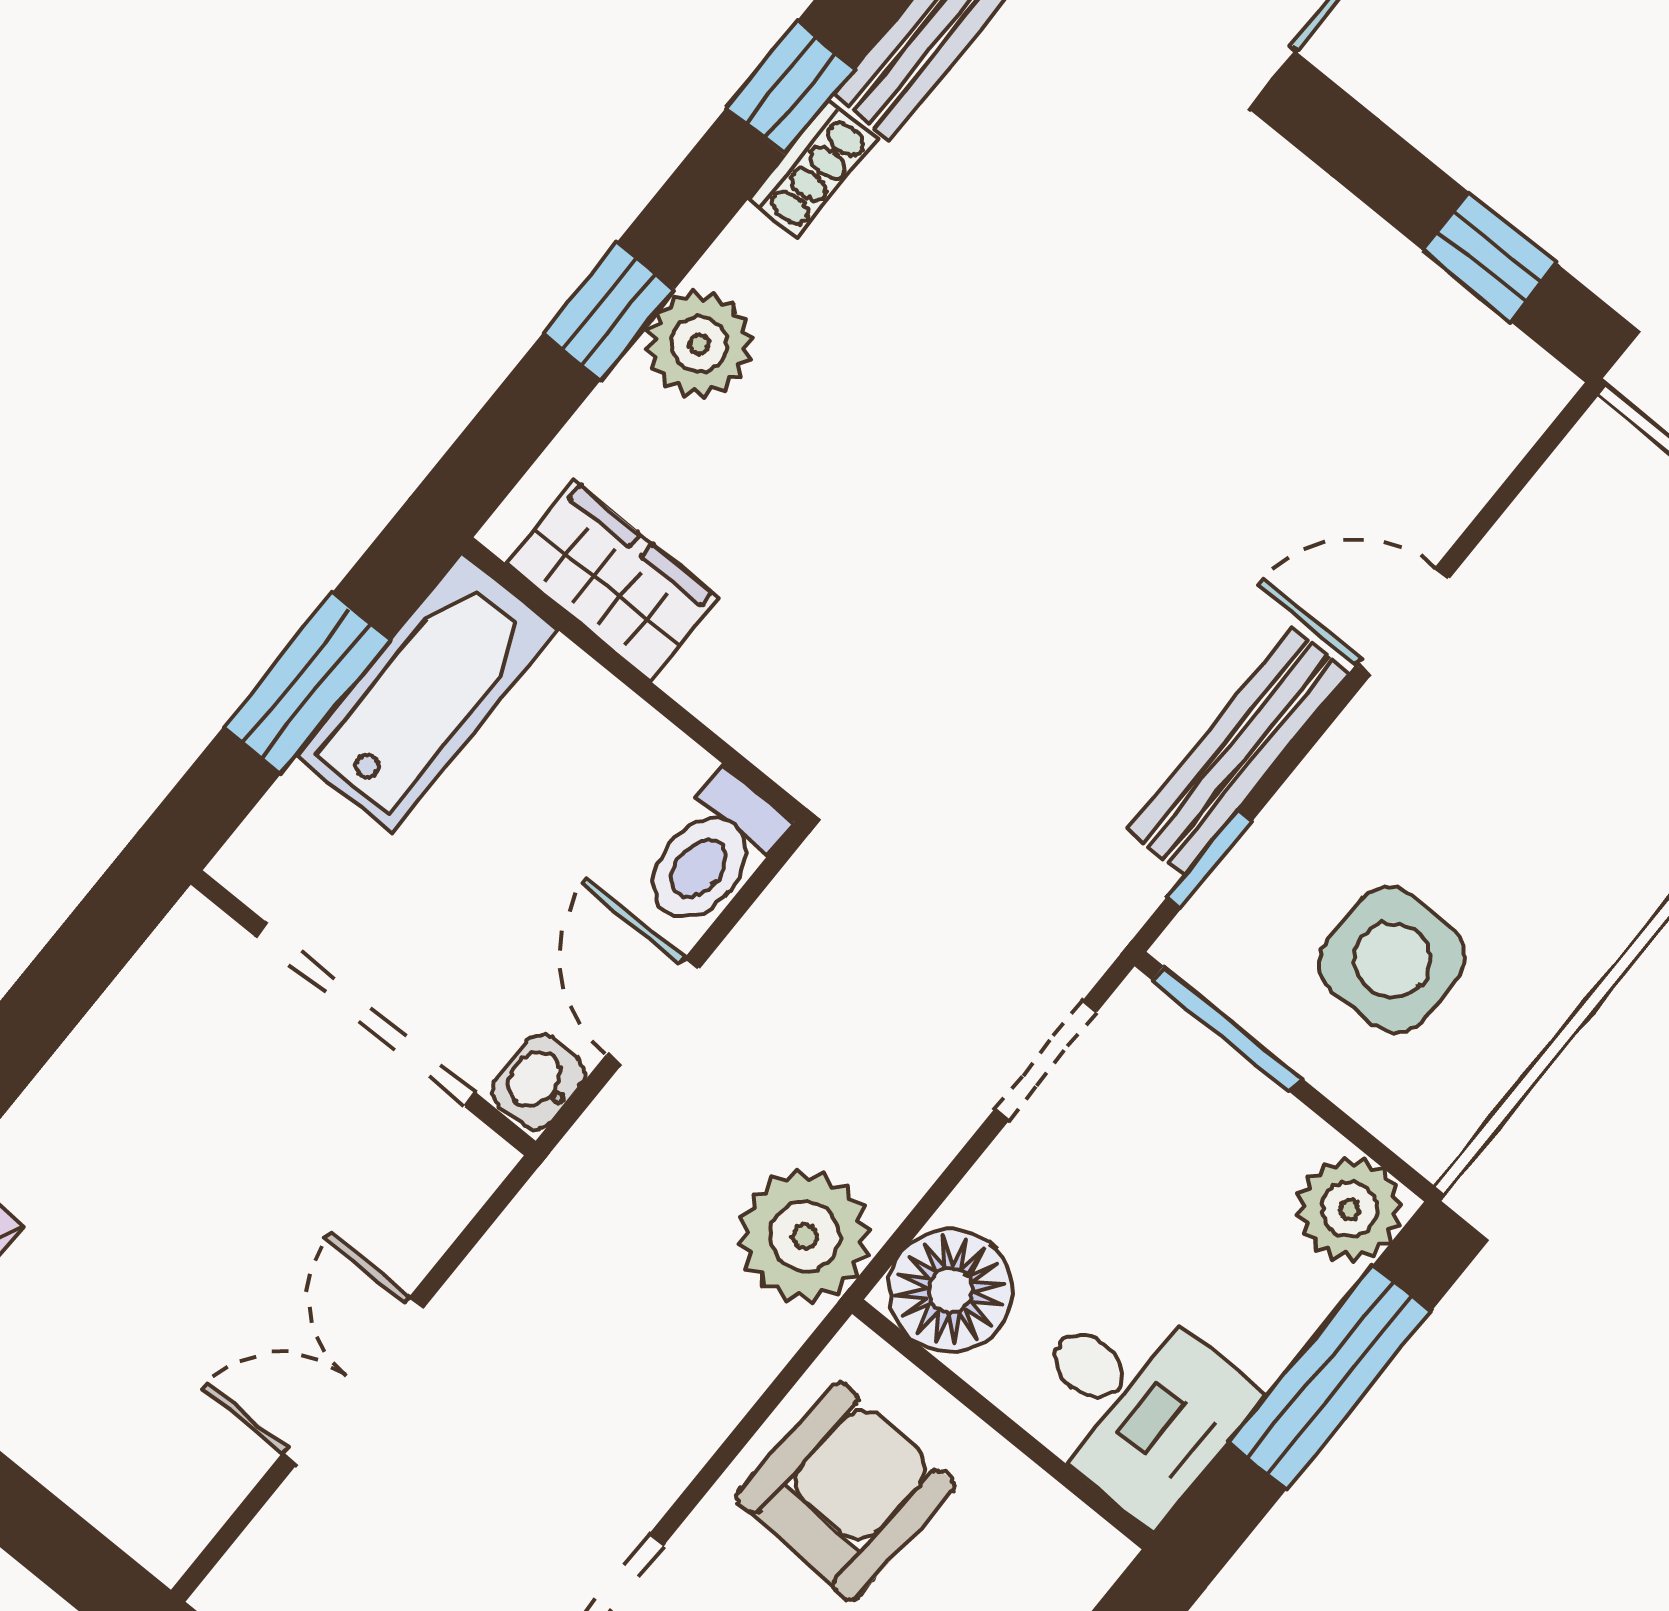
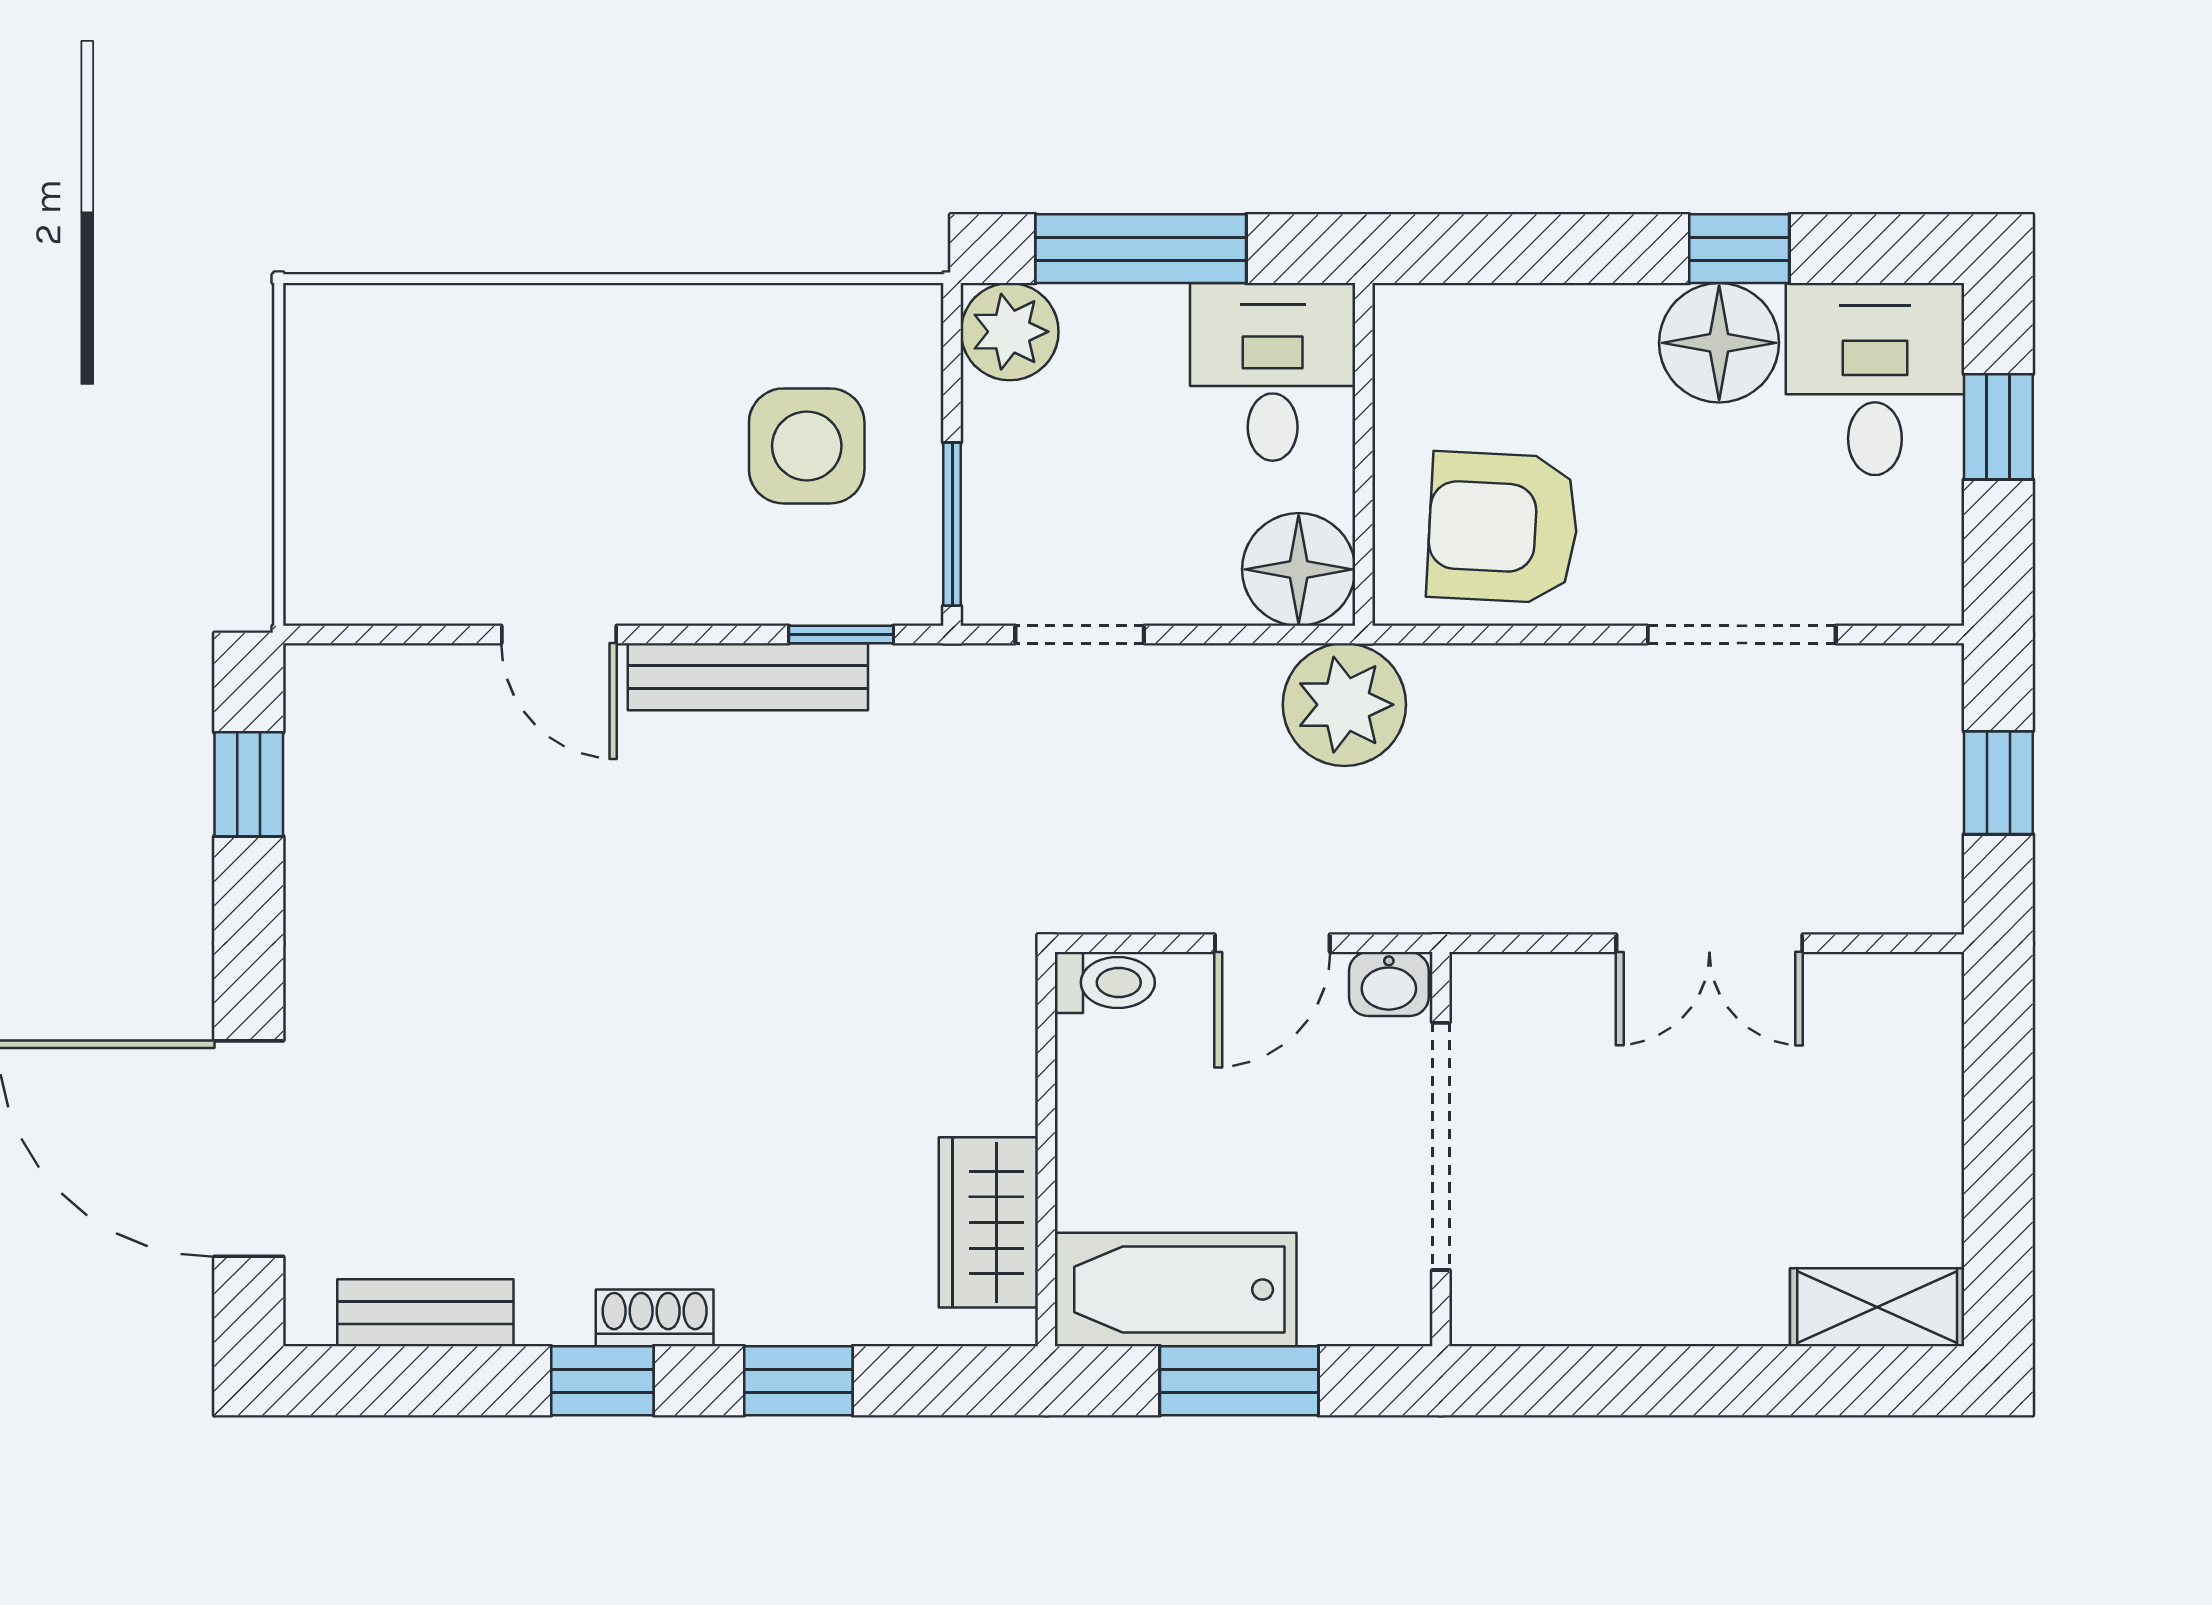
window: (790, 88) -> (602, 1381), moved
shoe rack: (812, 169) -> (655, 1318), moved
plant: (699, 344) -> (769, 1297), removed
toilet: (712, 852) -> (1105, 982), width x0.73, depth x0.72

